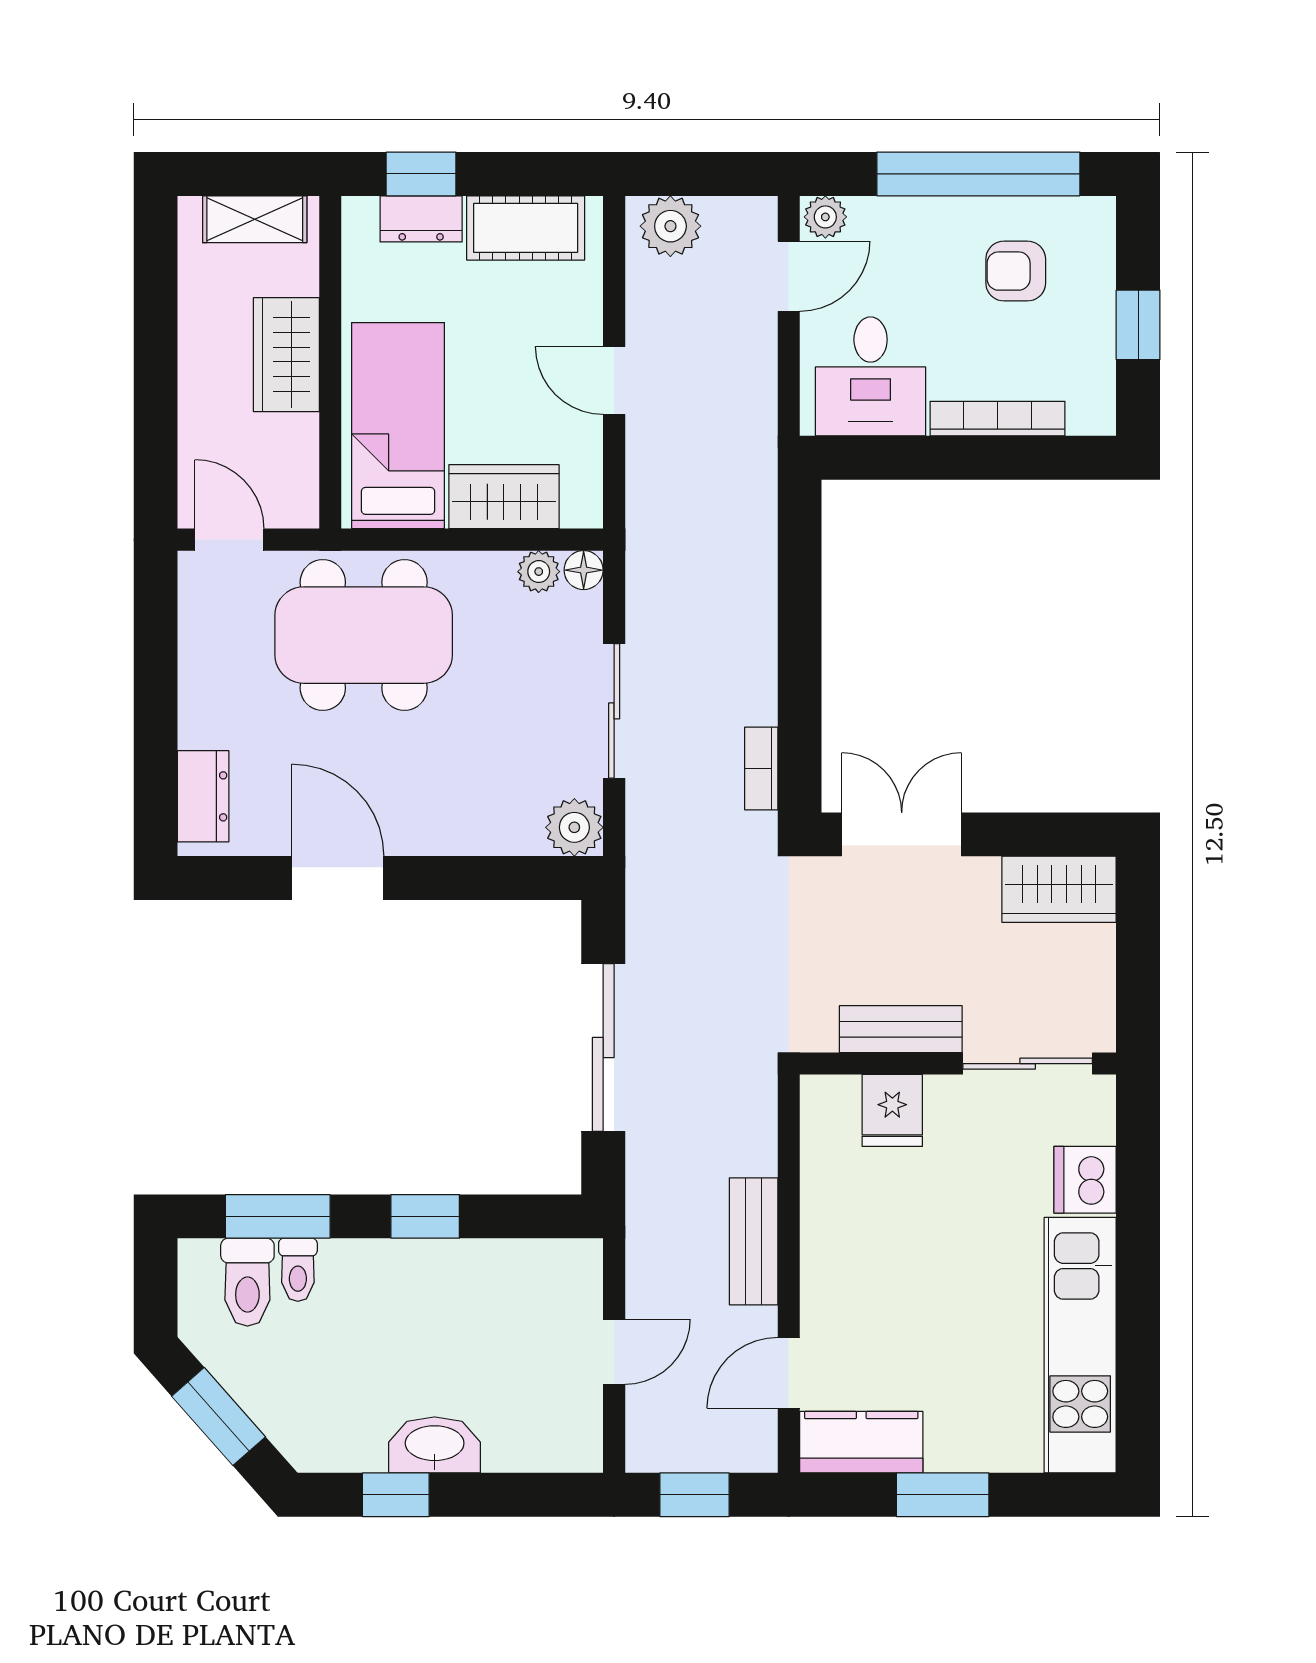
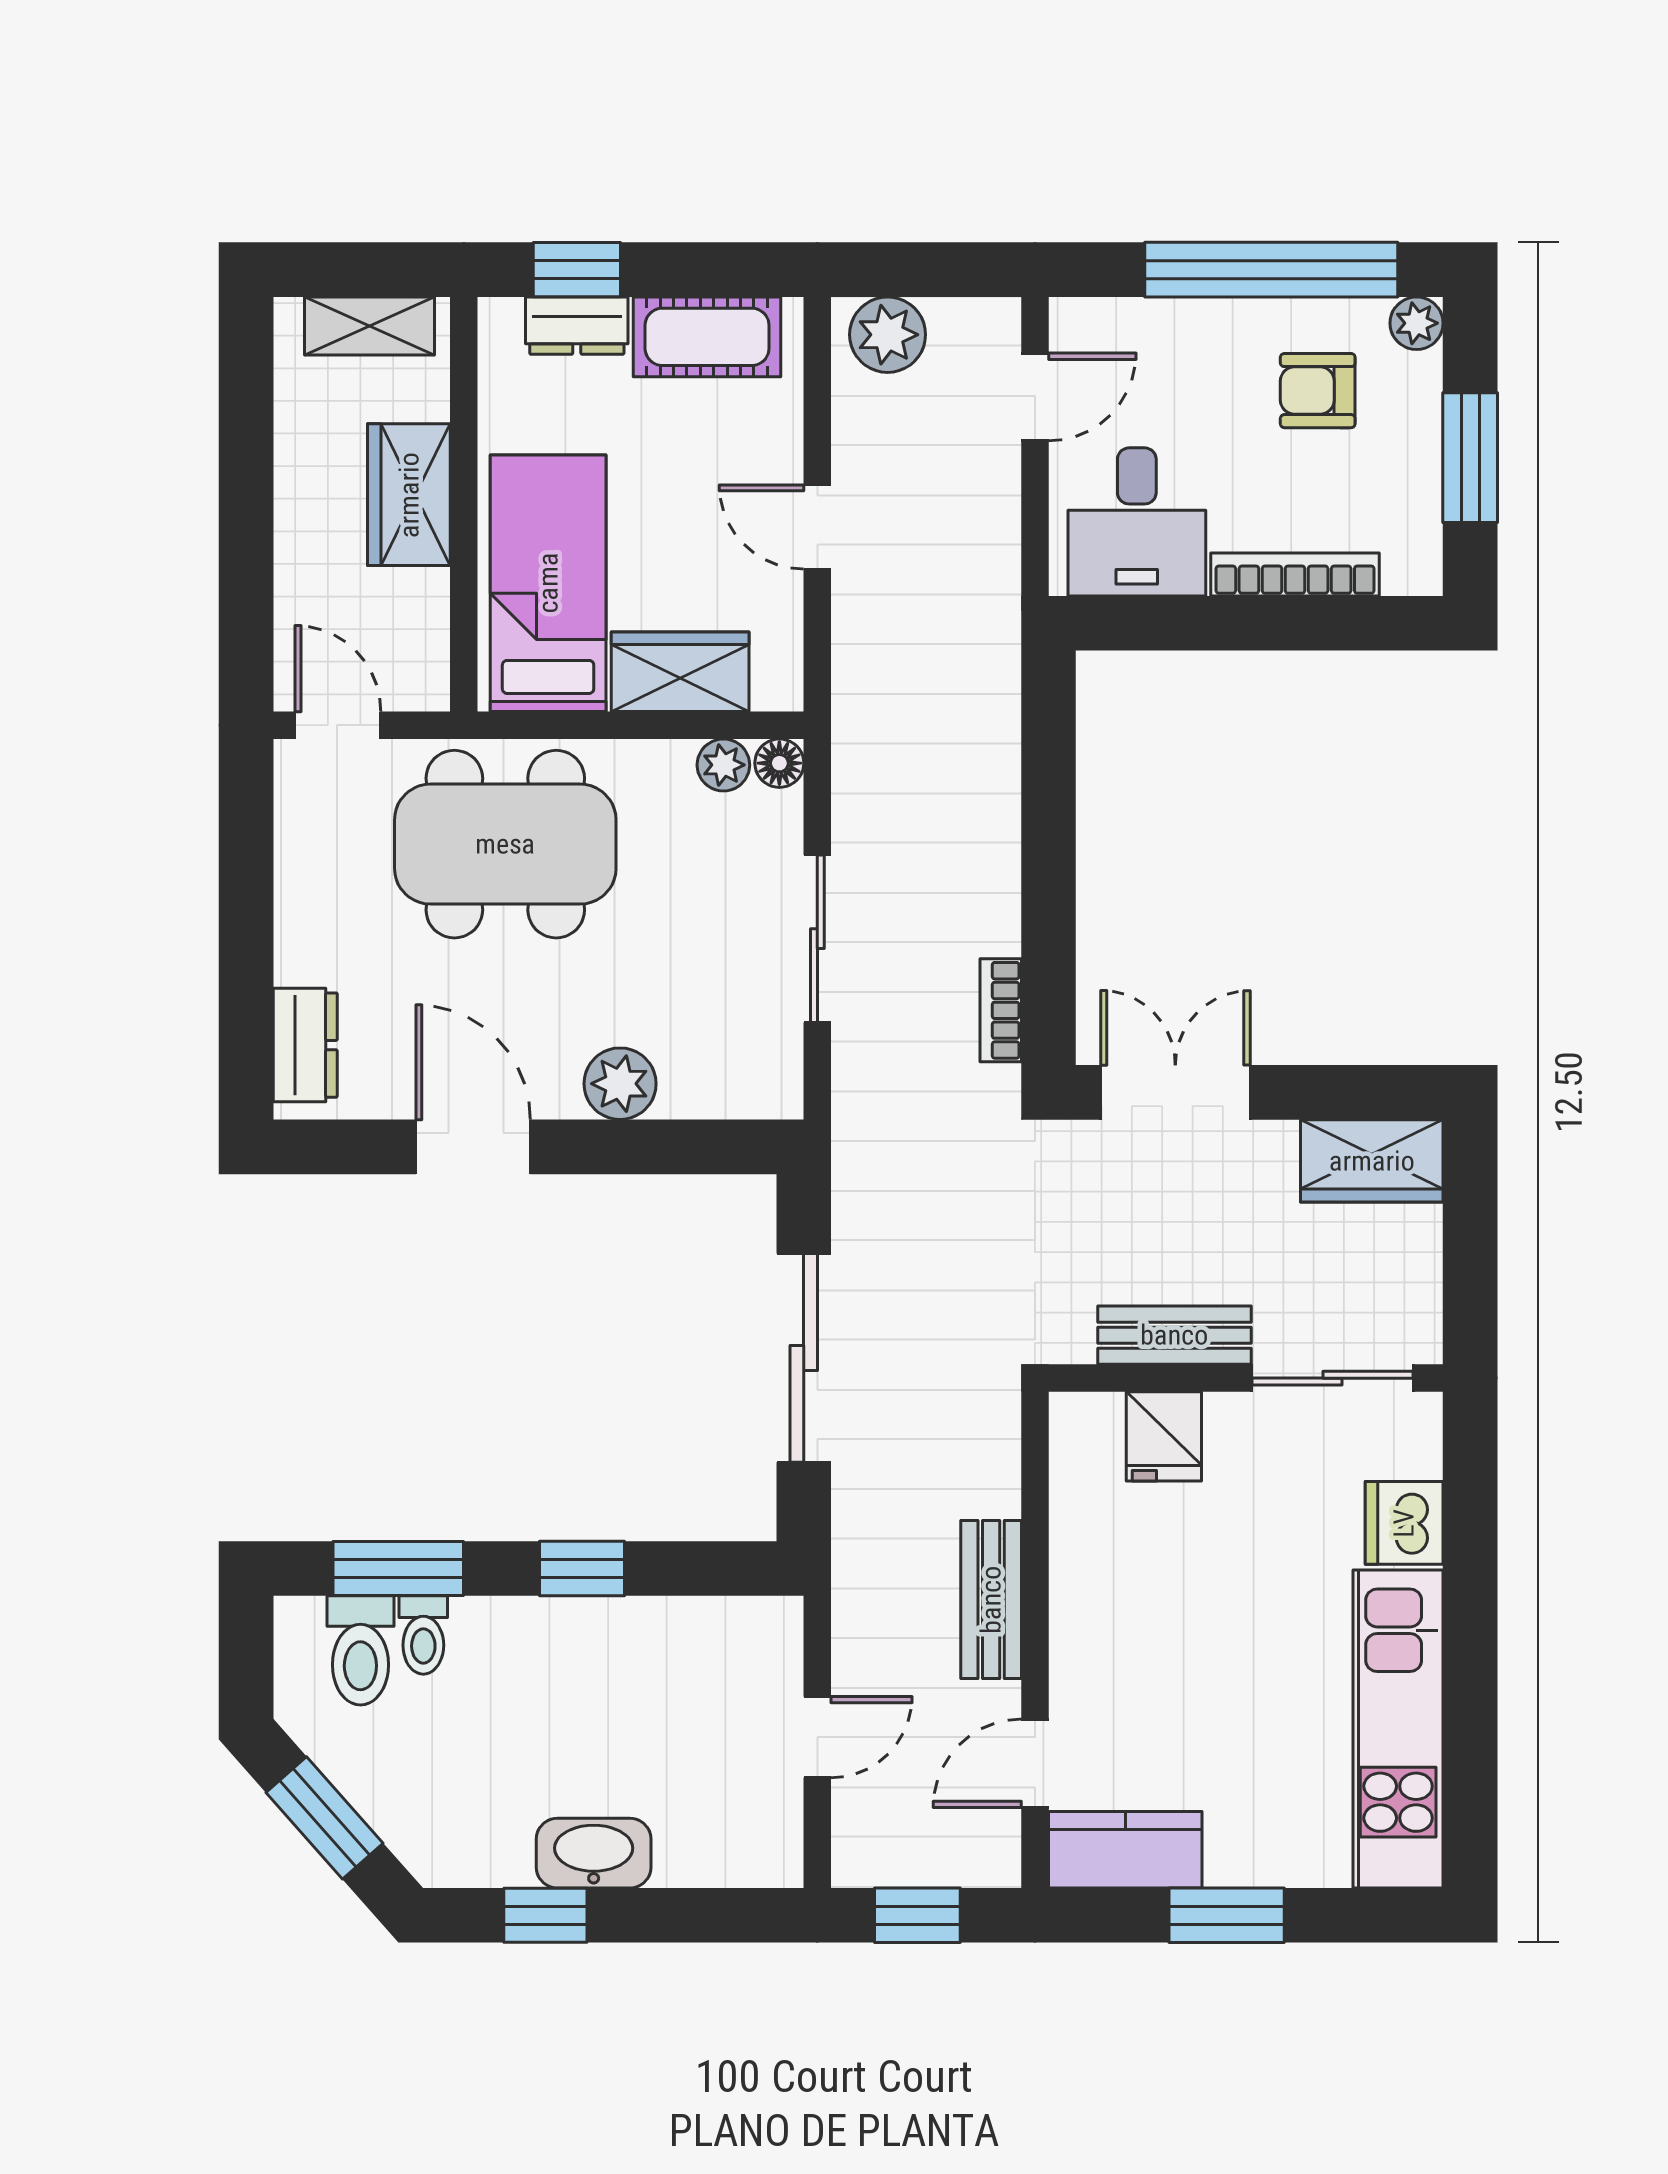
plant: (825, 217) -> (1417, 323), moved
window: (1138, 325) -> (1470, 458), width x1.50
plant: (574, 827) -> (620, 1084), moved

